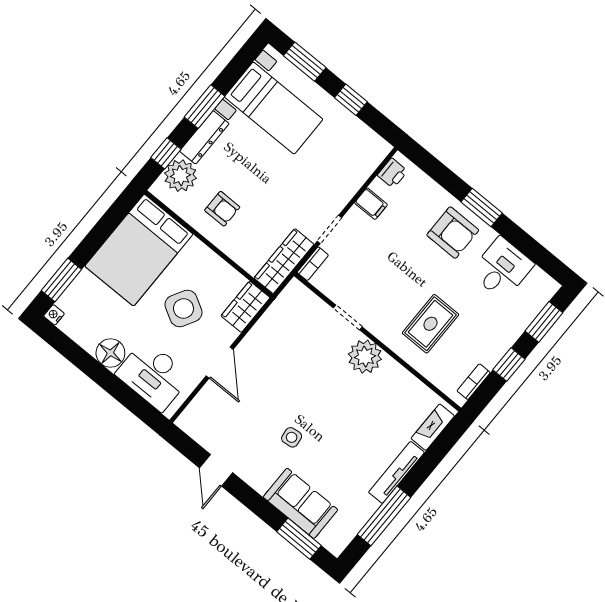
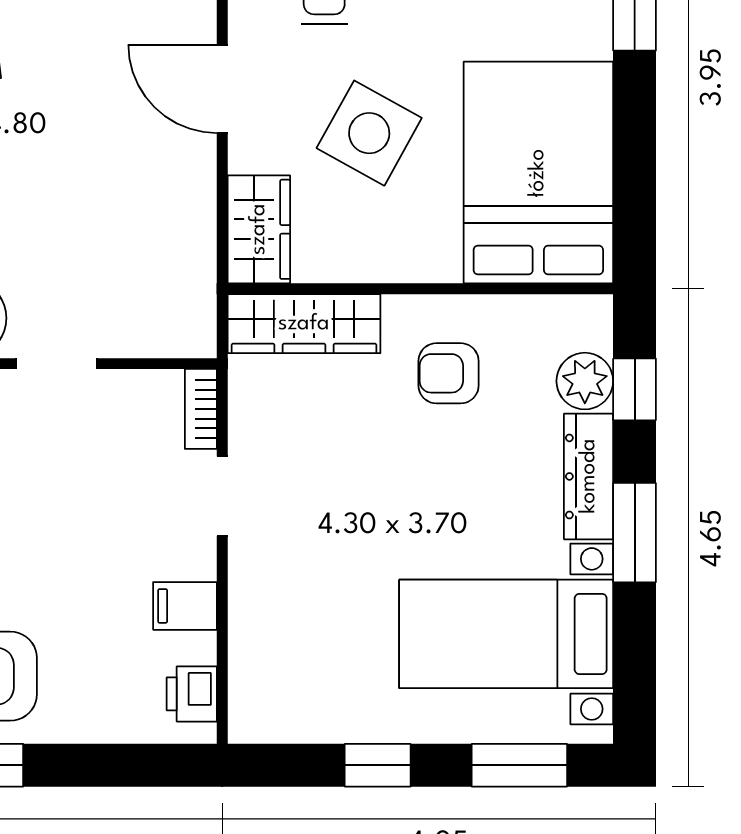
plant: (180, 176) -> (585, 381), width x0.73, depth x0.73
wardrobe: (284, 261) -> (304, 324), moved, turned 90

